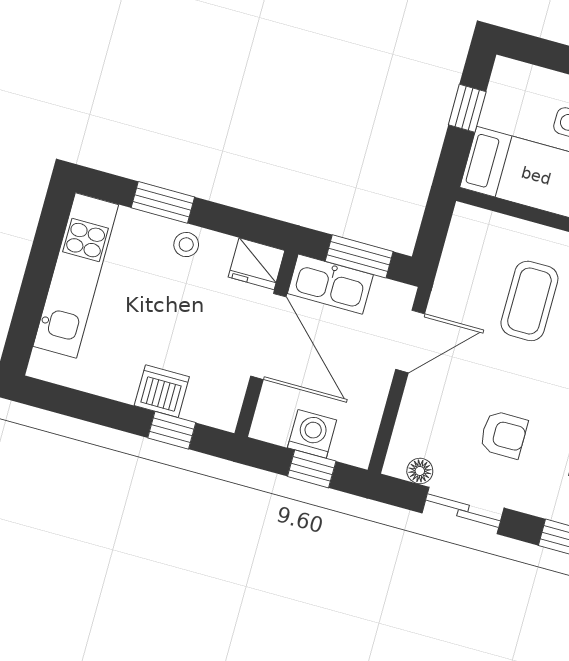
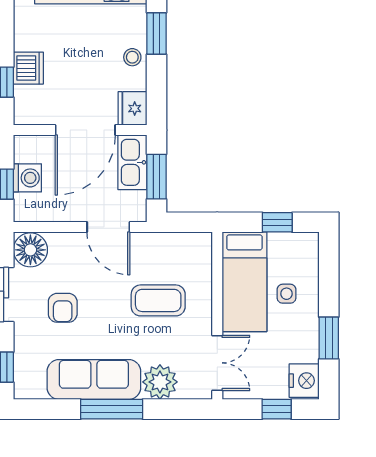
floor lamp: (420, 471) -> (30, 250), width x1.89, depth x1.89

